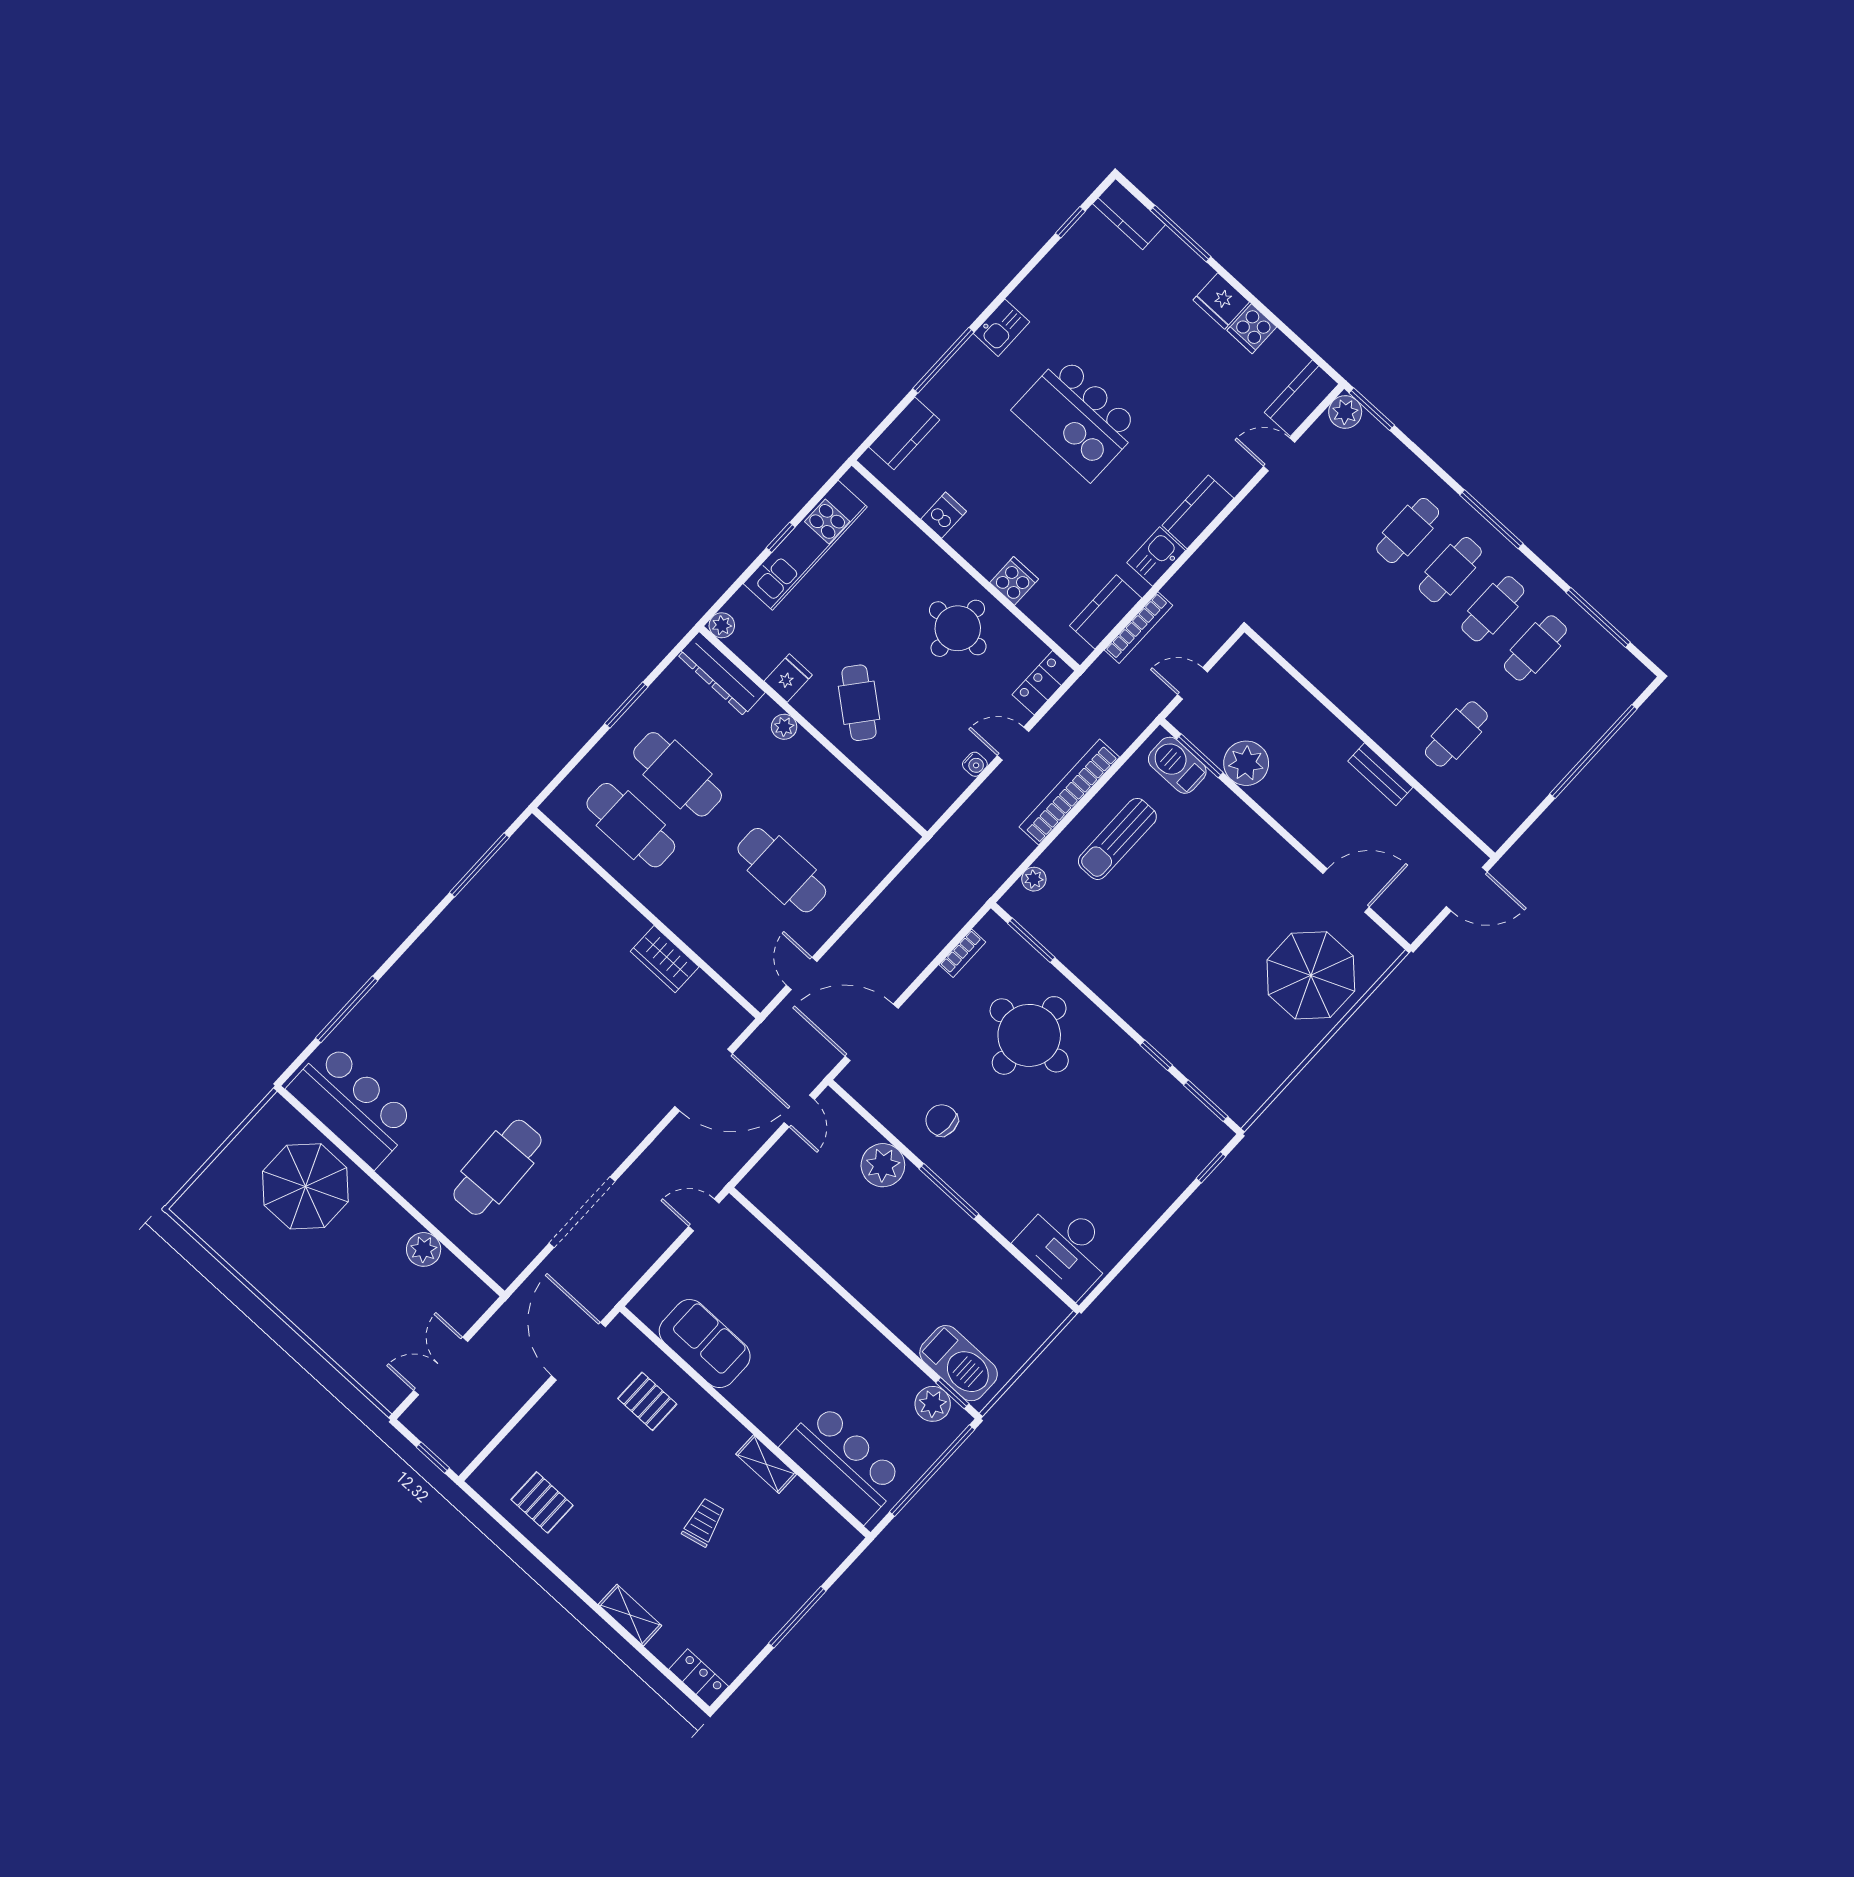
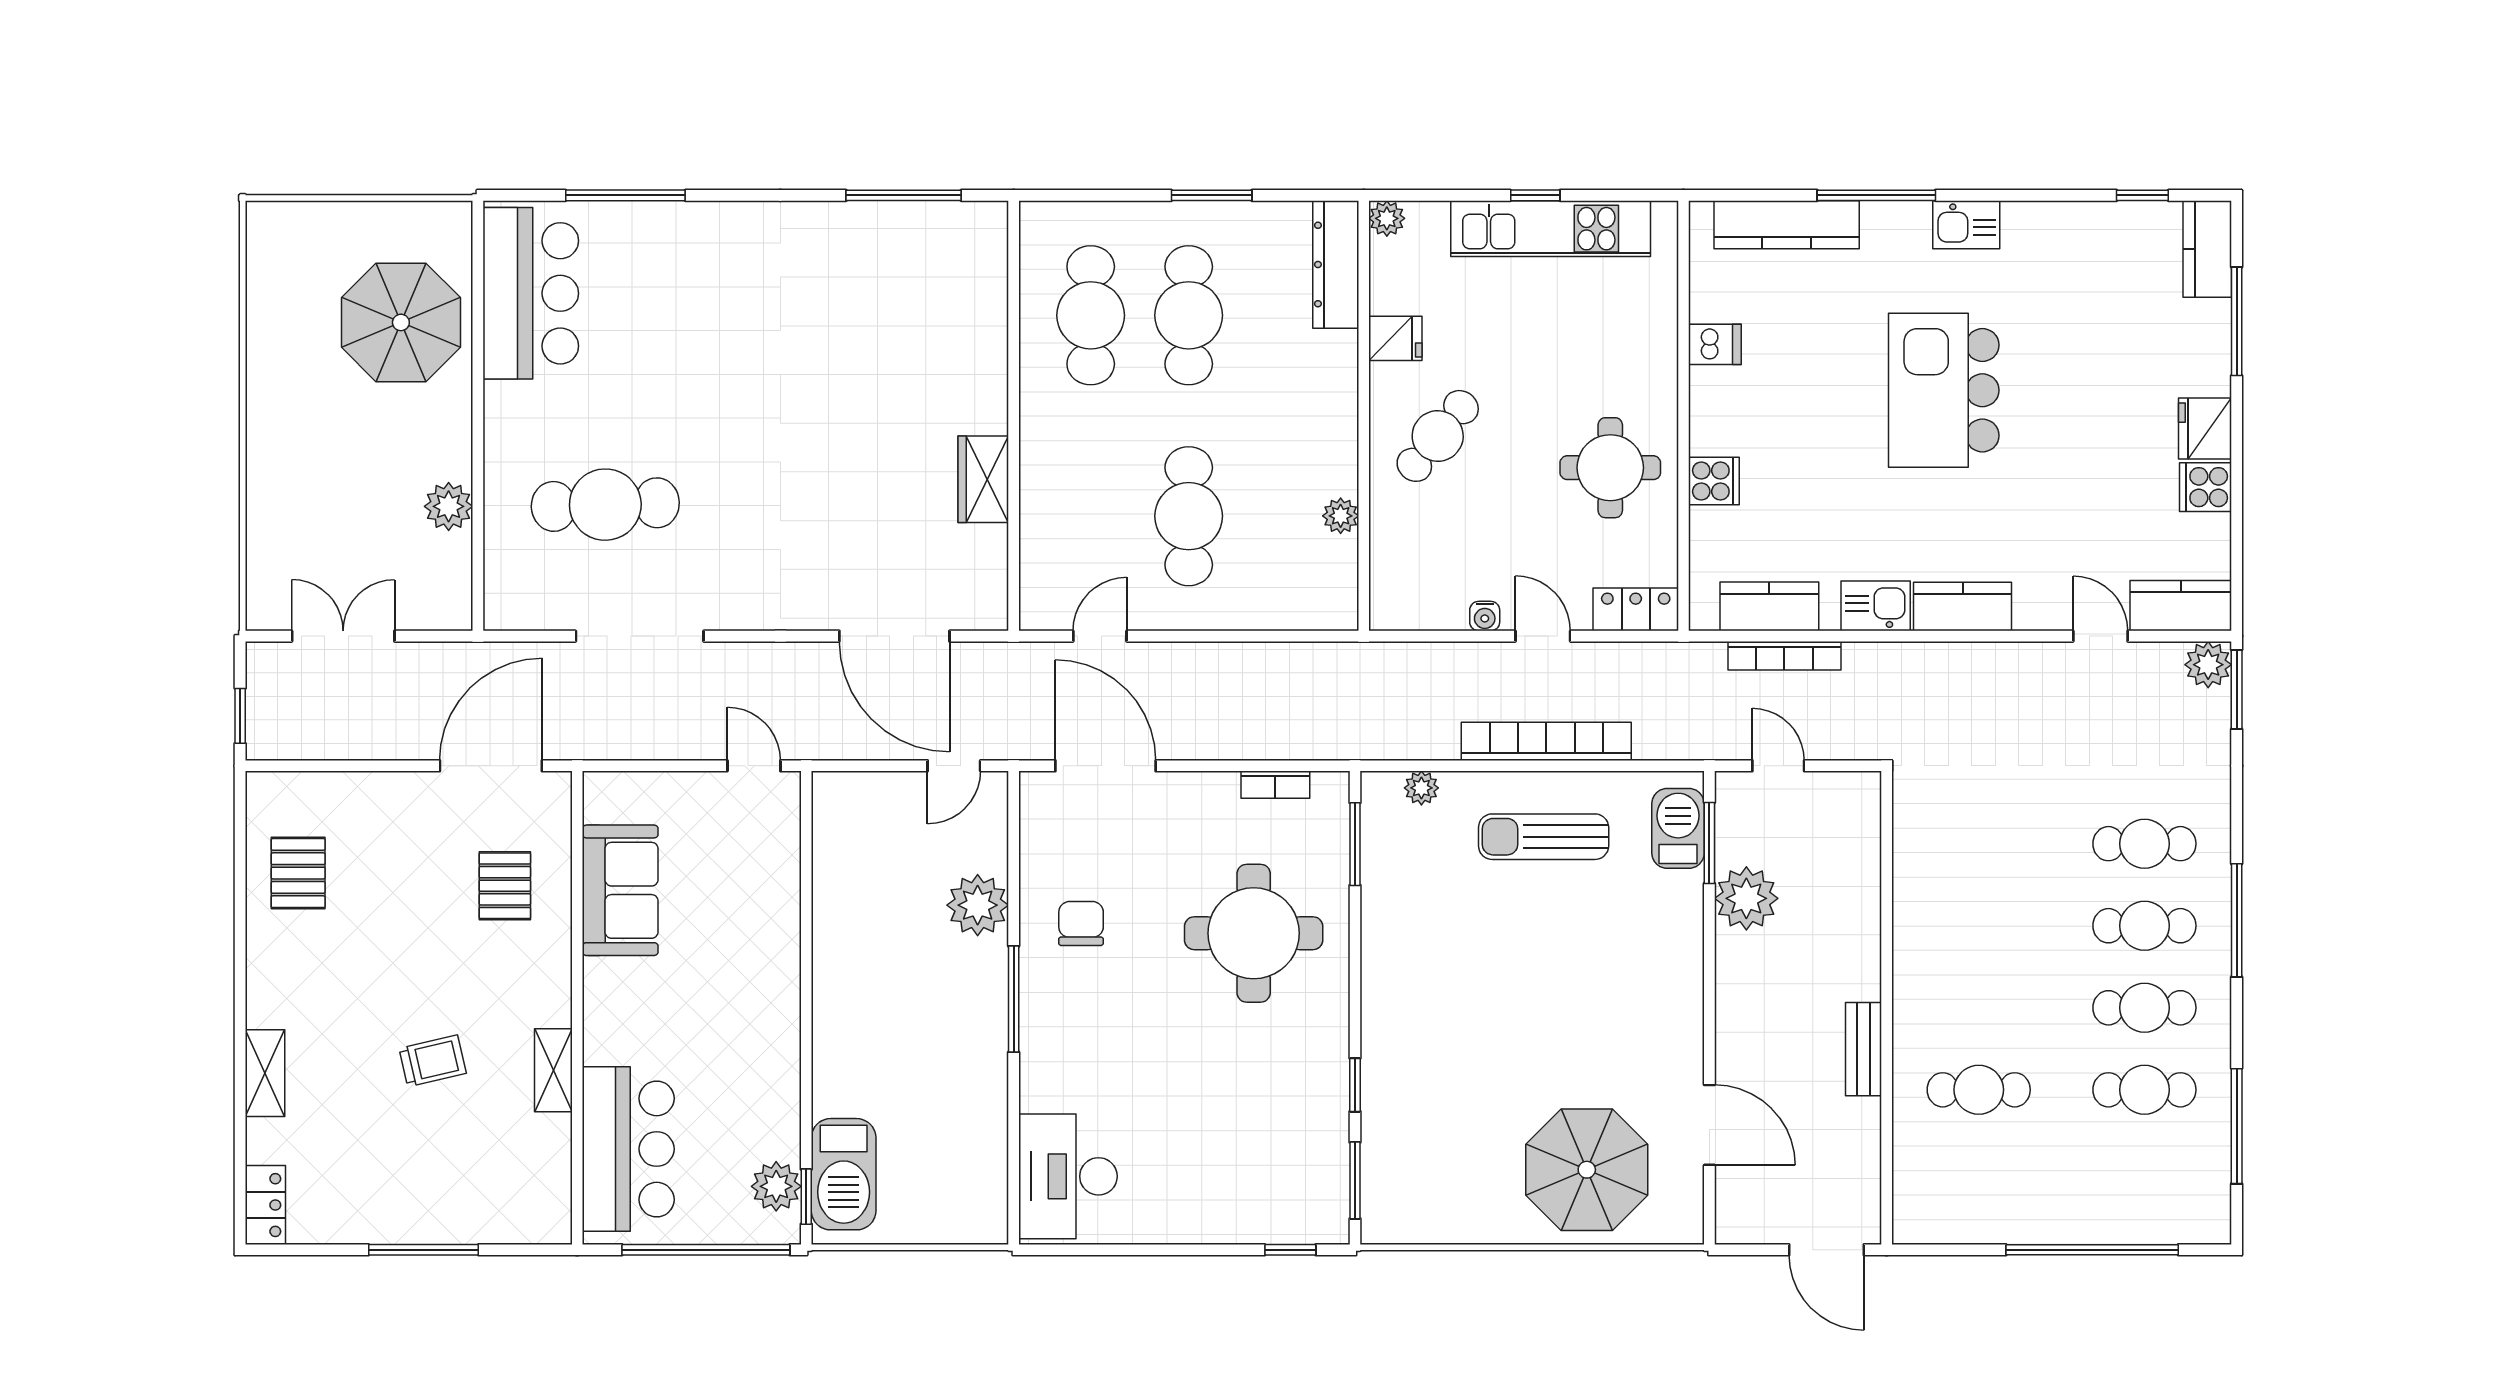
kitchen counter: (904, 433) -> (1787, 225), width x1.50
plant: (784, 727) -> (1341, 516), moved

